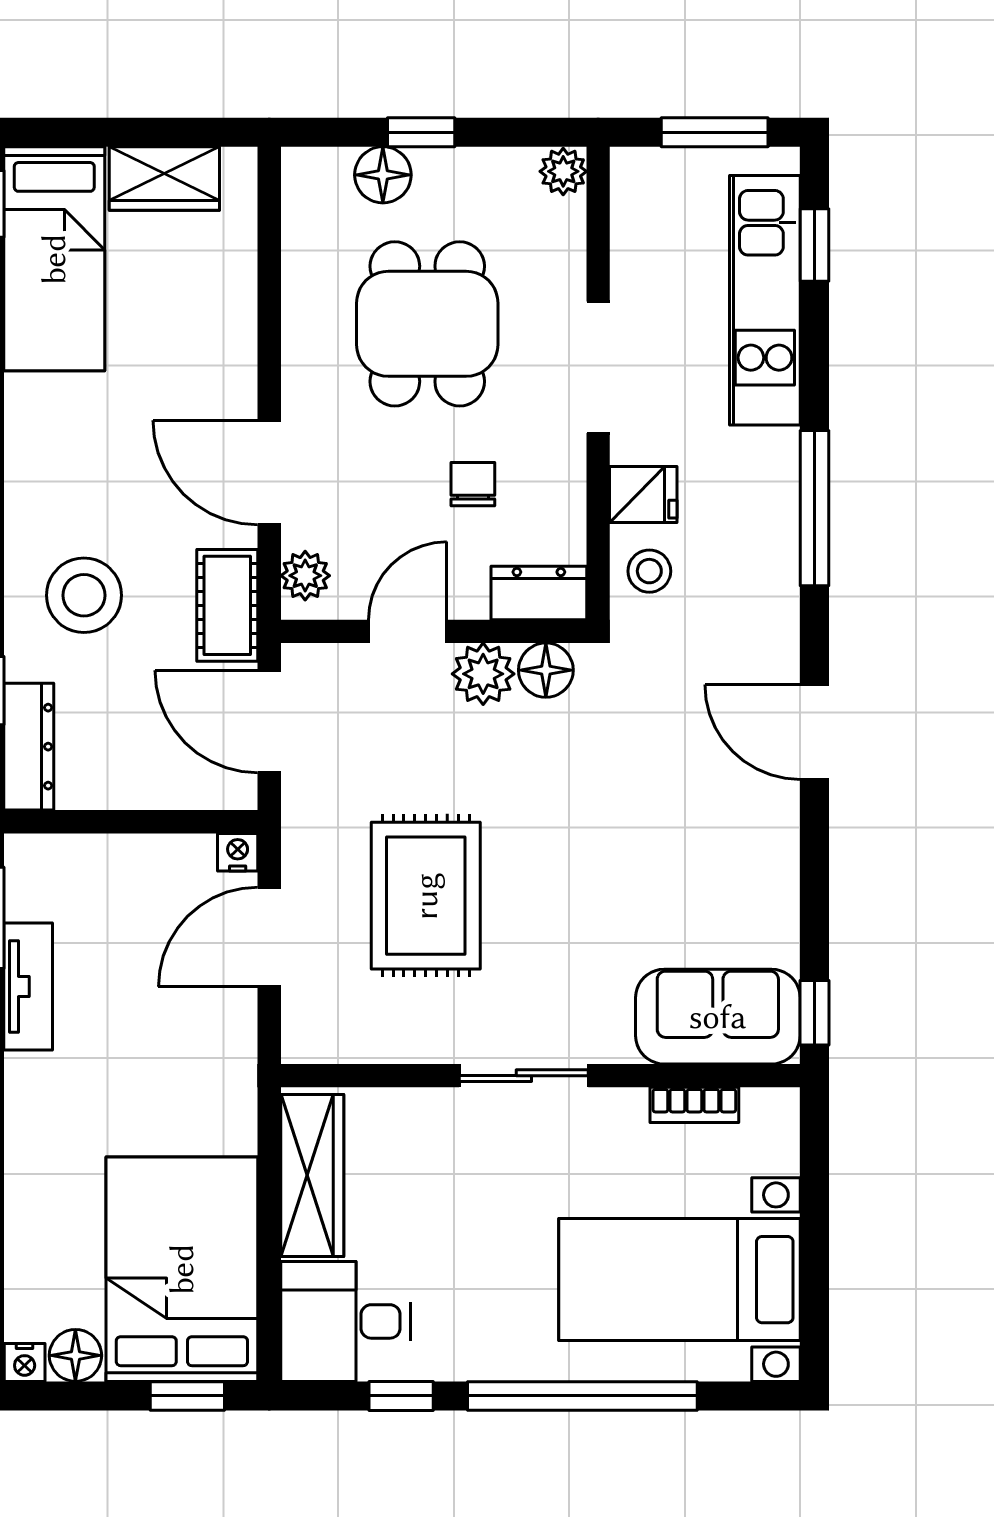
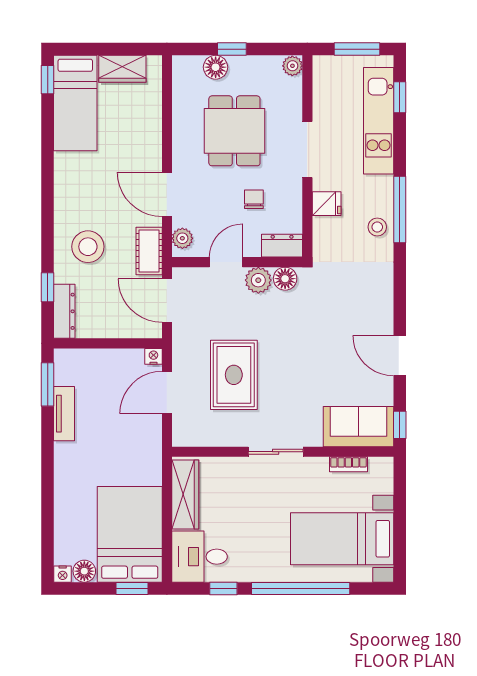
stool: (649, 571) -> (377, 227), moved
door: (815, 732) -> (400, 356), moved

